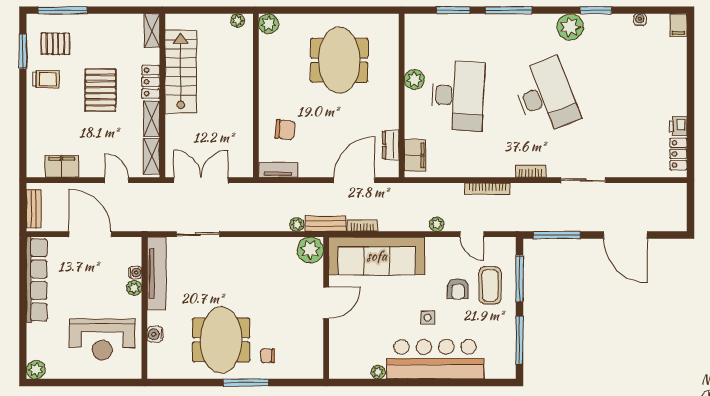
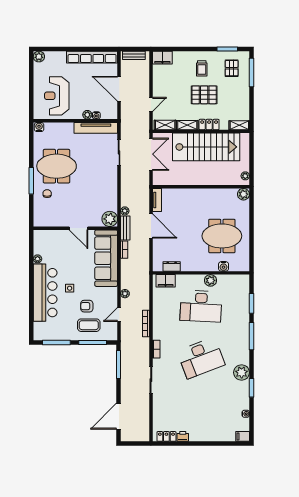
water cooler: (391, 57) -> (224, 266), added
stairs: (181, 72) -> (206, 147), width x1.36, depth x1.51
trolley: (46, 79) -> (202, 68), moved
chair: (285, 130) -> (181, 204), removed
filing cabinet: (62, 166) -> (162, 58), moved, turned 90
door: (354, 180) -> (151, 226), moved
door: (90, 234) -> (119, 89), swing flipped
door: (625, 235) -> (118, 416), moved
water cooler: (155, 334) -> (39, 127), moved

